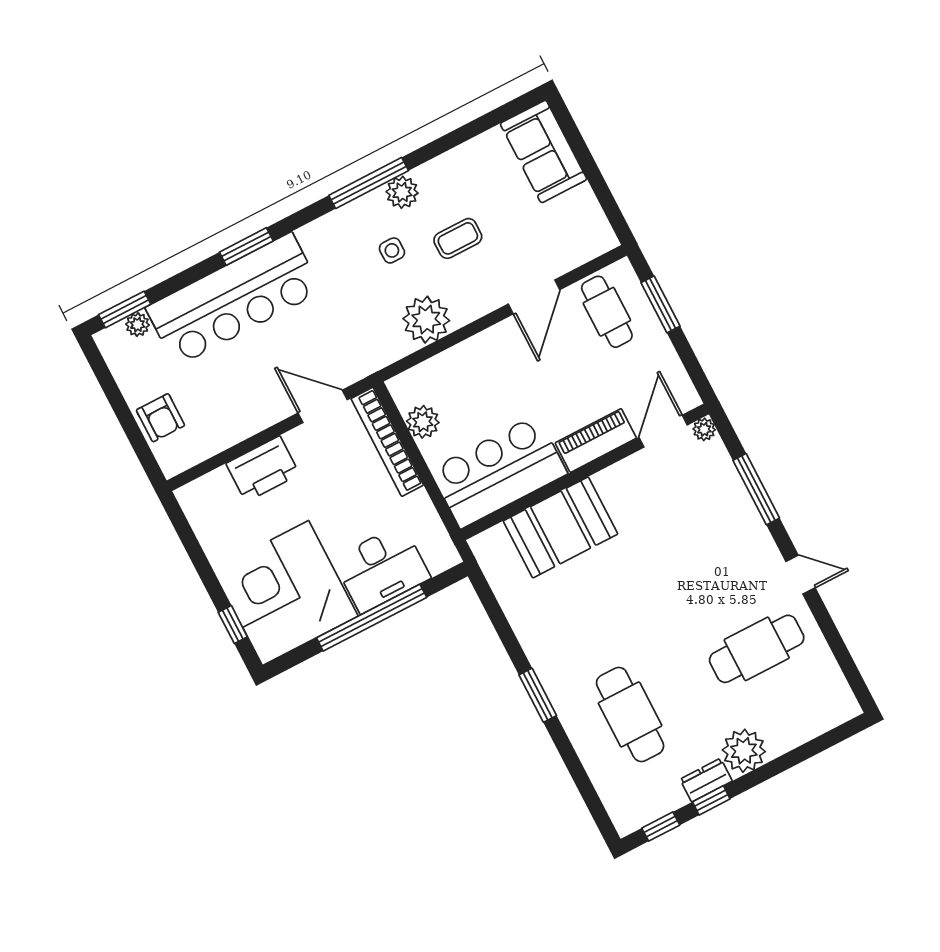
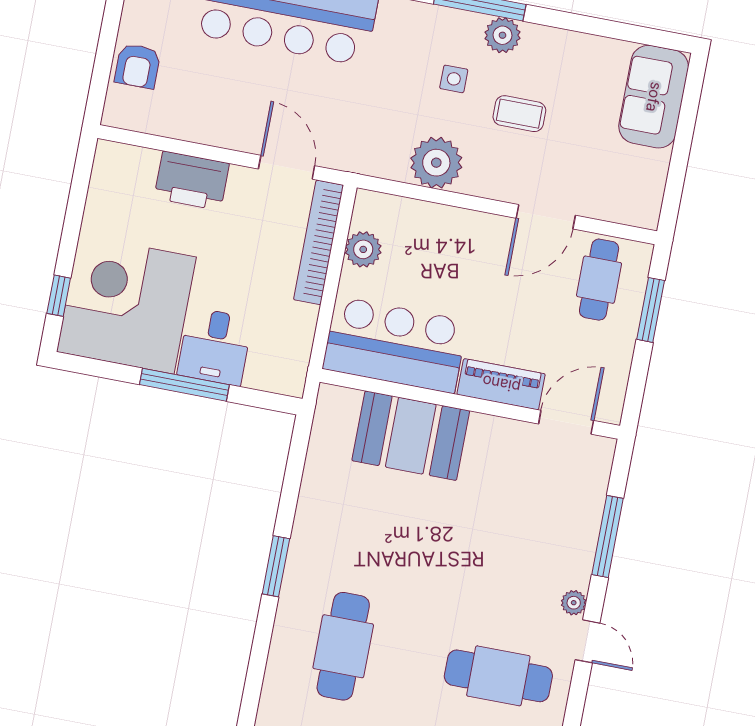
plant: (704, 429) -> (574, 603), moved
desk: (382, 568) -> (215, 346), width x0.73
window: (372, 618) -> (184, 385), width x0.68

